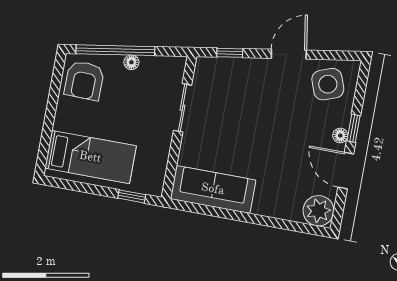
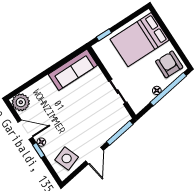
window: (230, 53) -> (120, 133), width x2.17
bed: (90, 157) -> (140, 40), width x1.50

